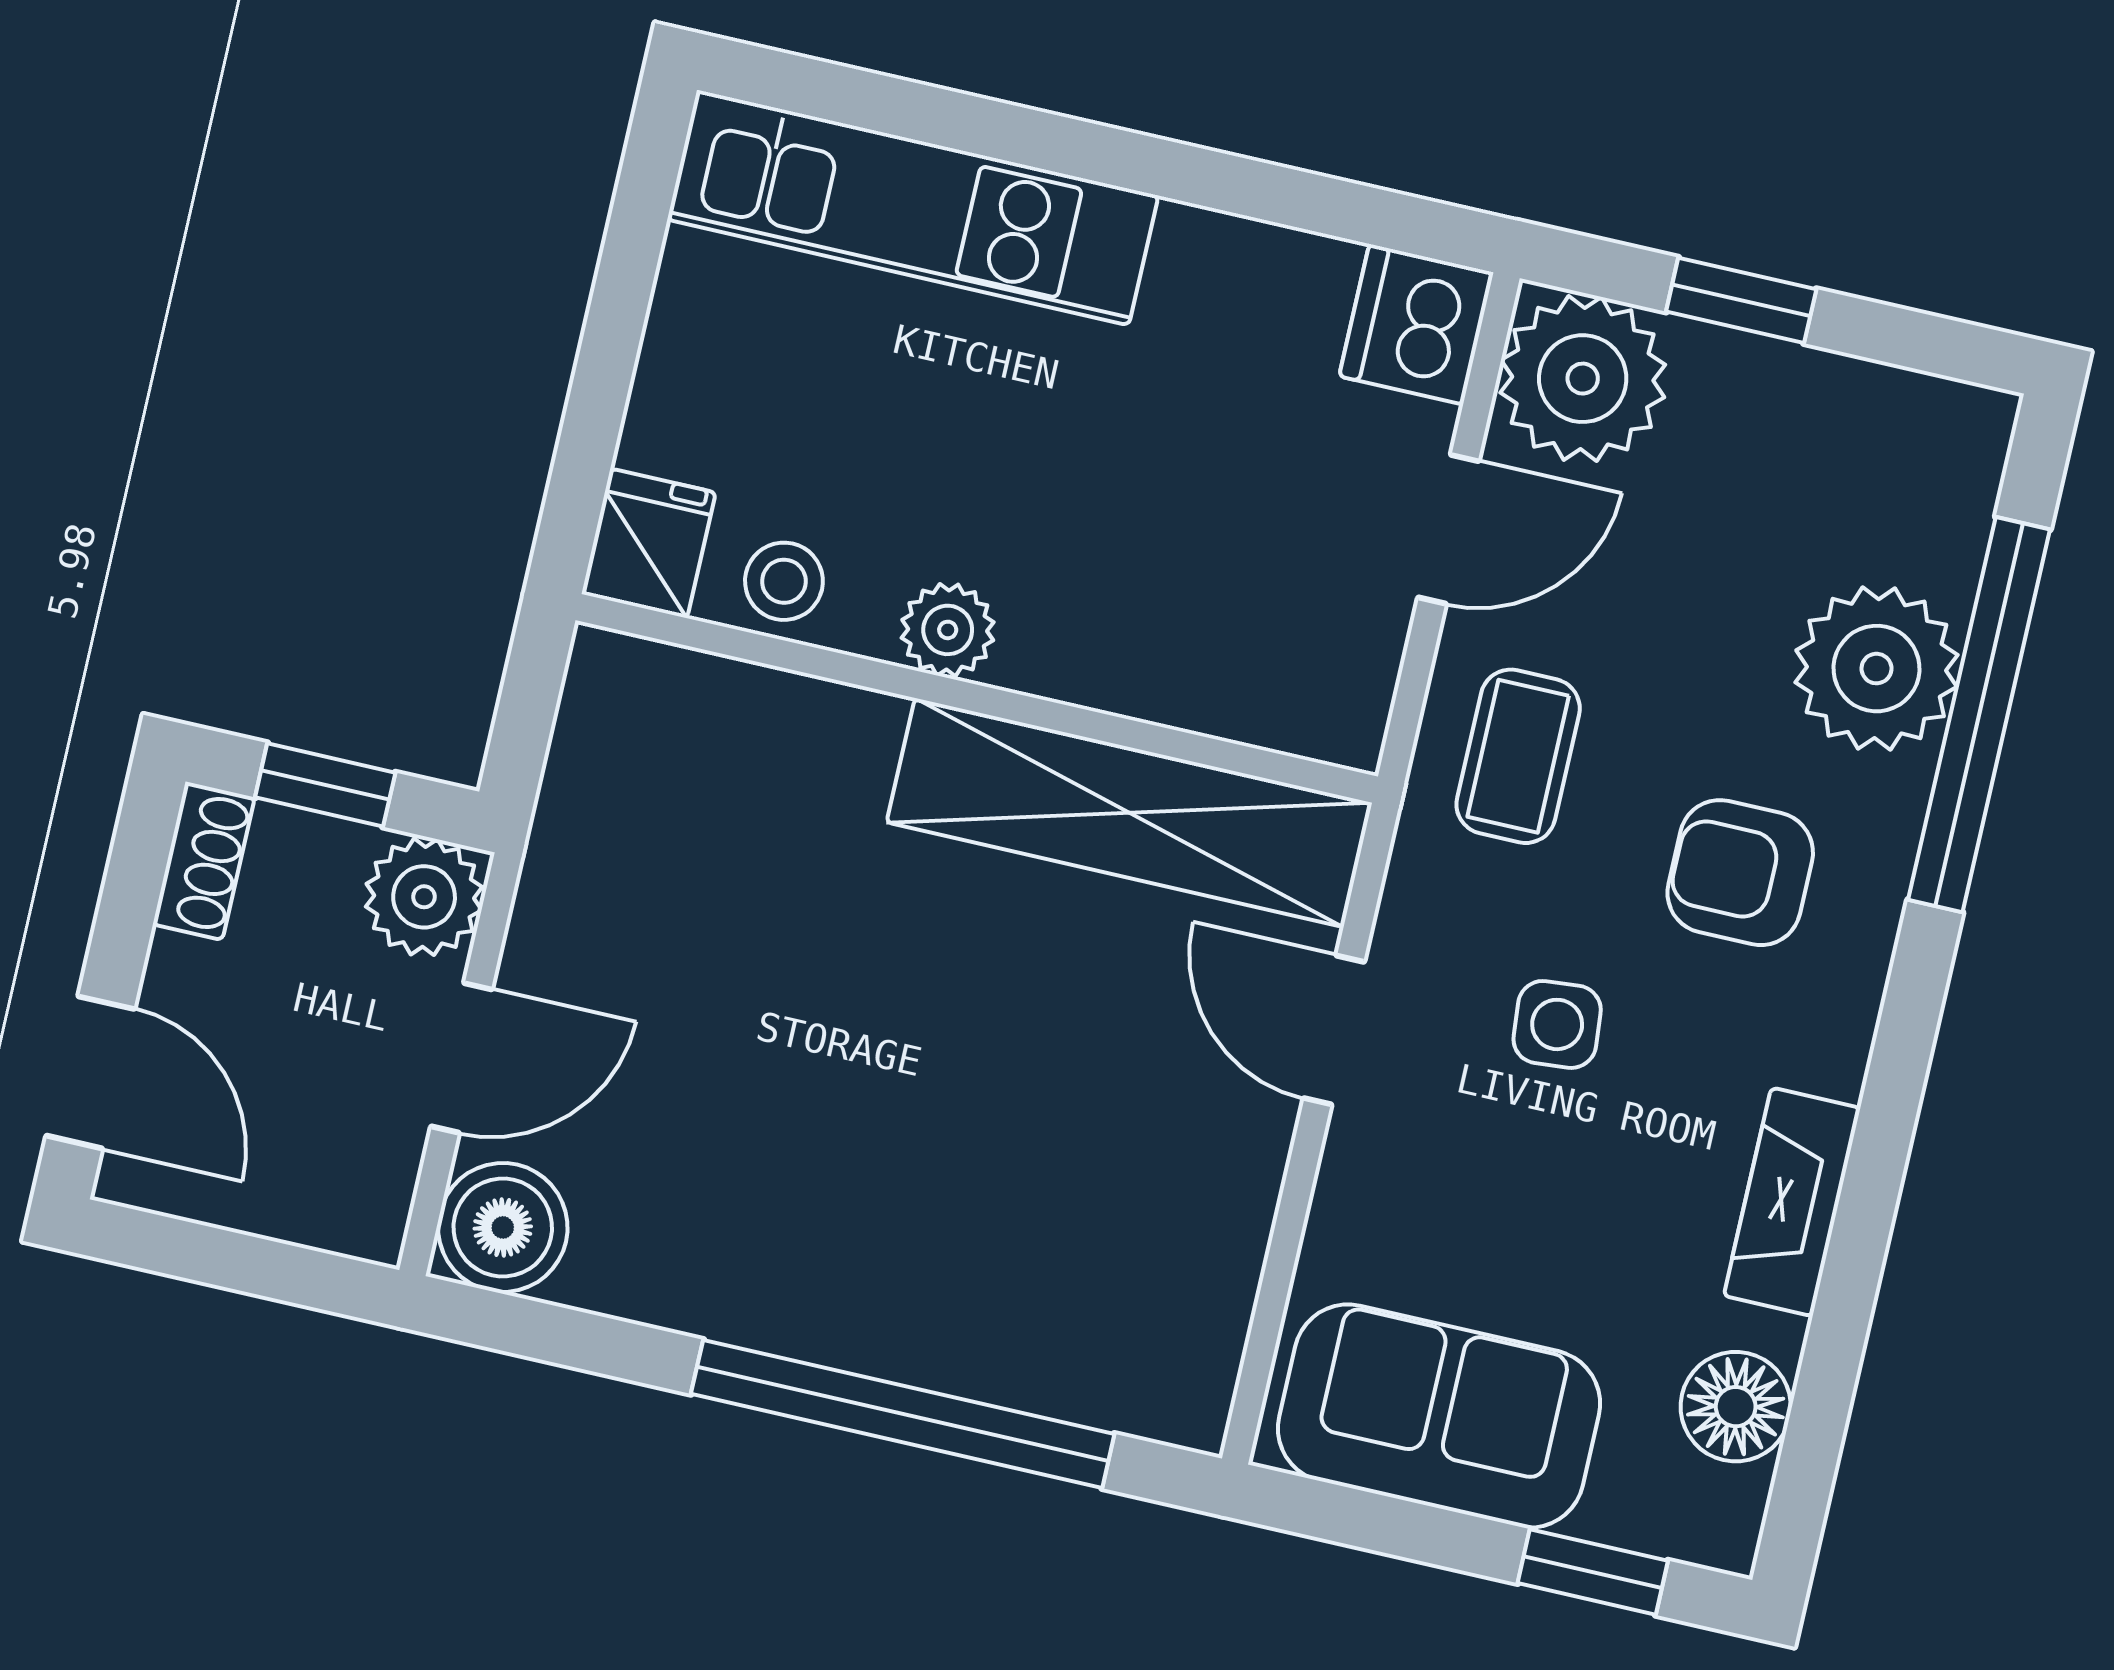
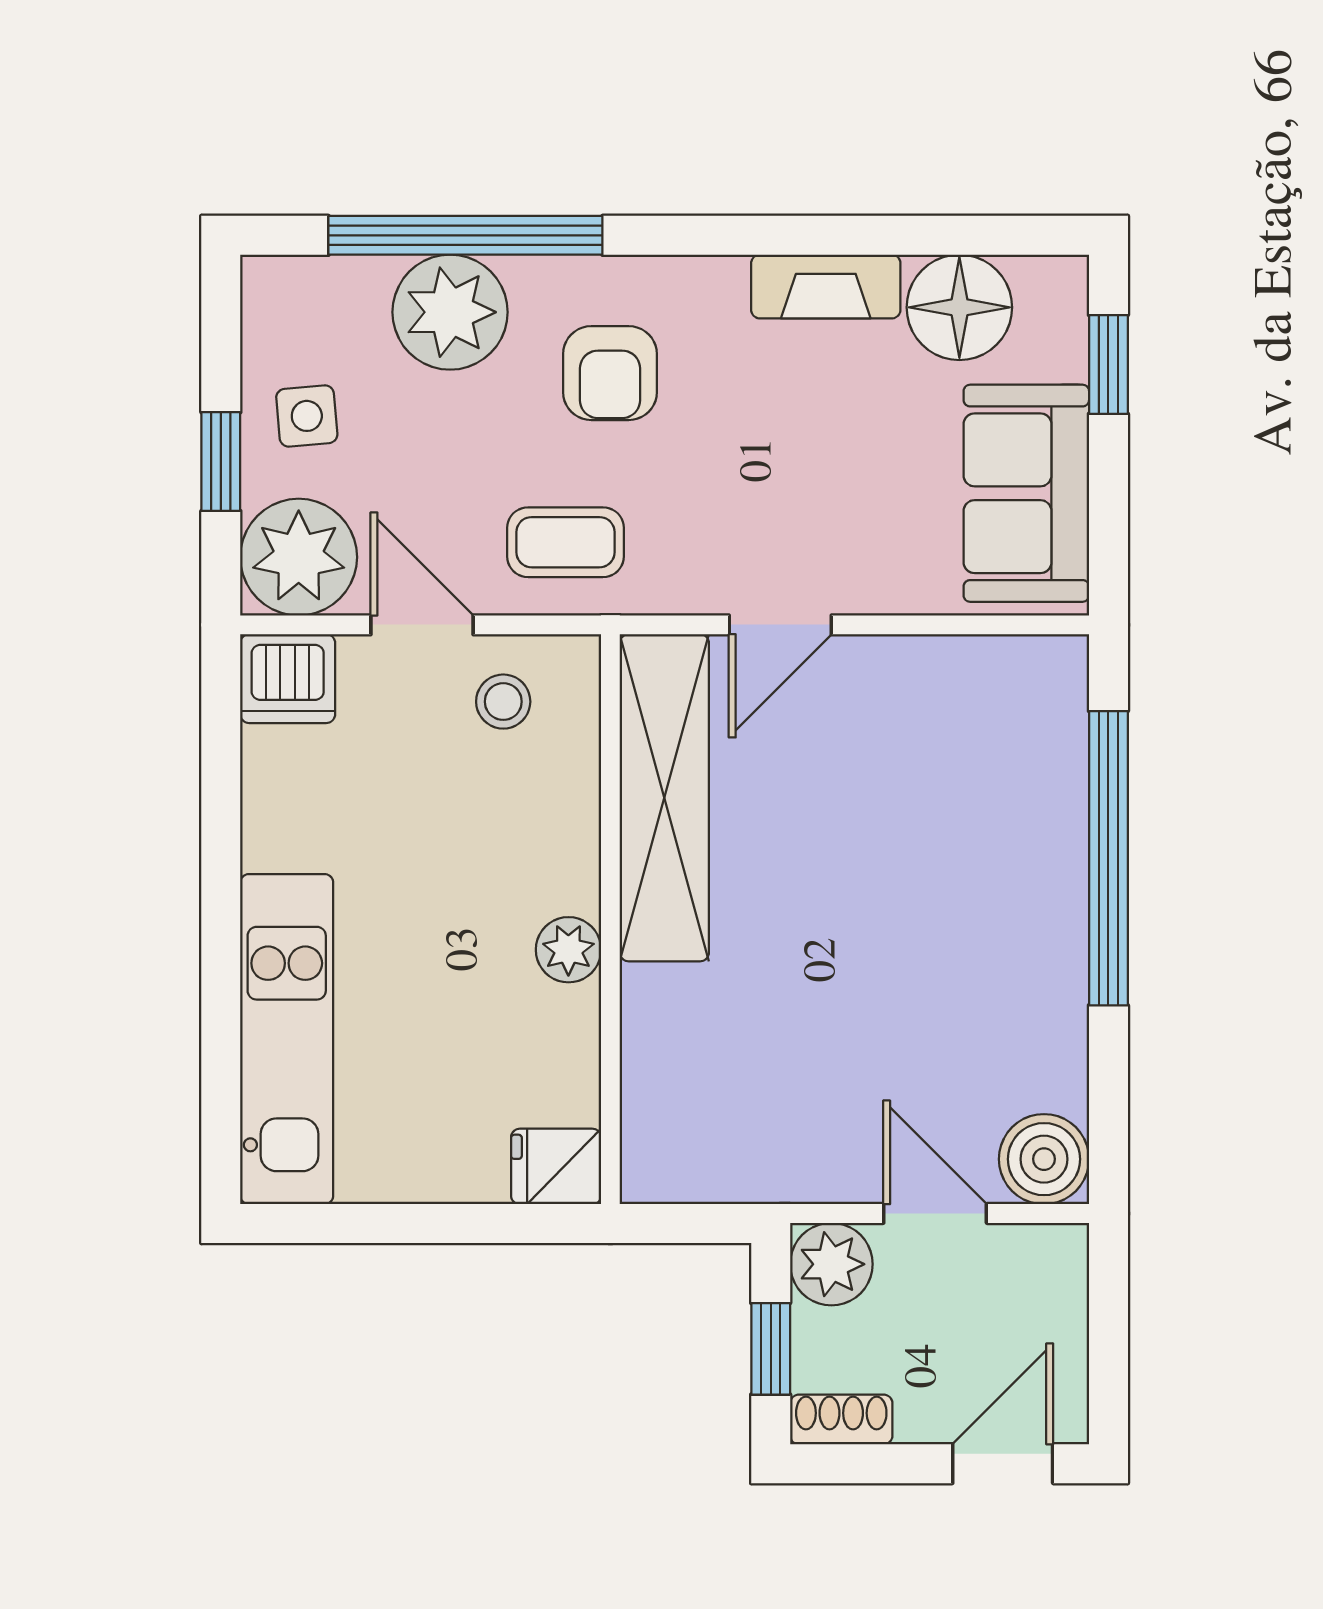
stool: (784, 581) -> (503, 702), moved
side table: (1557, 1024) -> (307, 416), moved
floor lamp: (1736, 1407) -> (959, 307), width x1.38, depth x1.38

